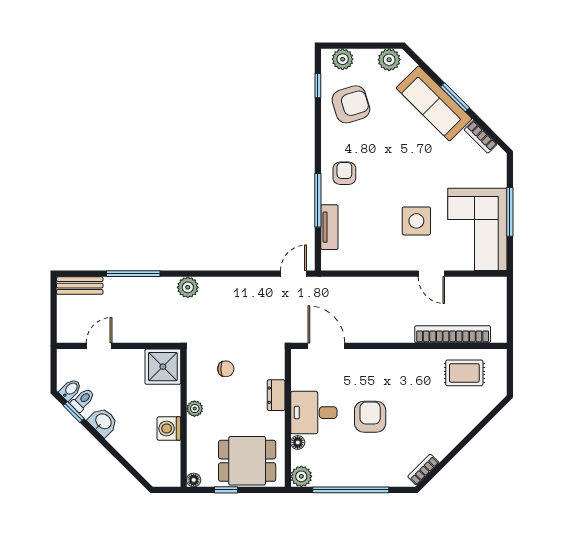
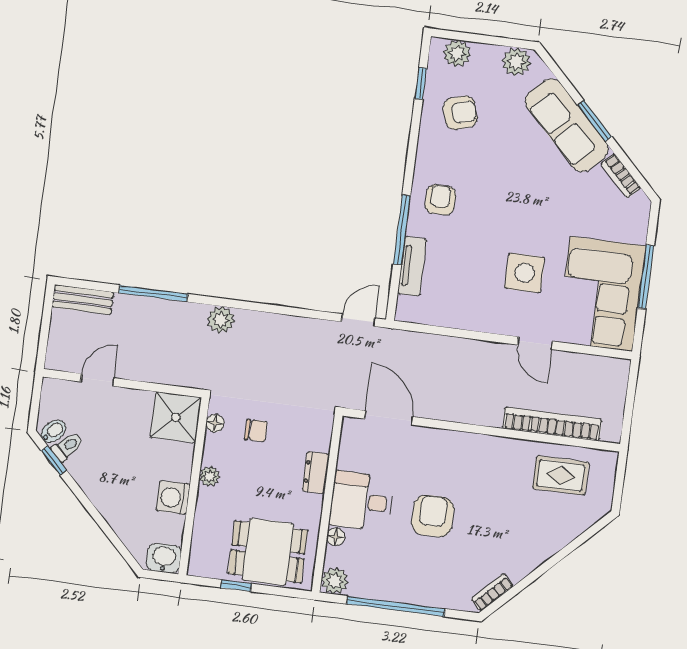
armchair: (351, 104) -> (460, 113), width x0.72, depth x0.72
washbasin: (103, 422) -> (164, 558), moved, turned -45
floor lamp: (194, 480) -> (215, 423), moved

